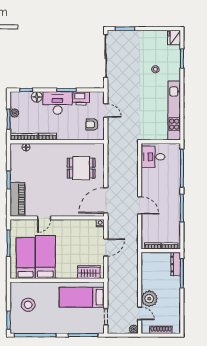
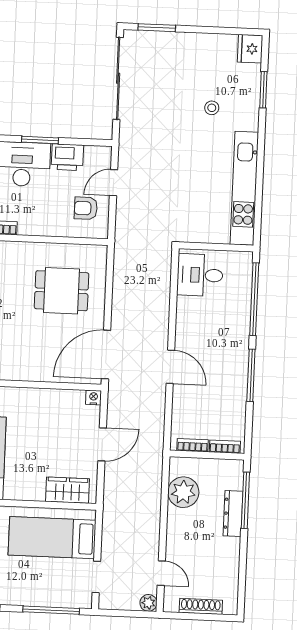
door: (106, 111) -> (114, 183), swing flipped
dresser: (176, 264) -> (233, 513), moved
plant: (149, 299) -> (183, 492), moved

